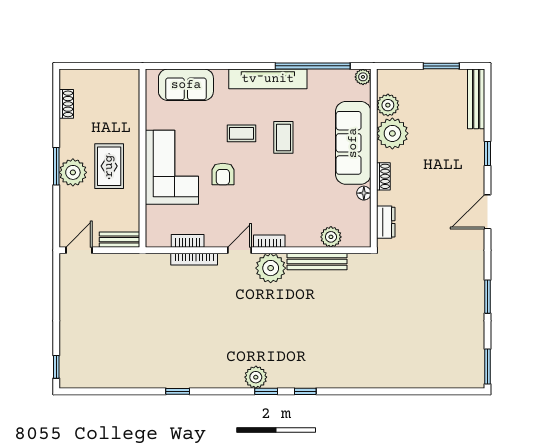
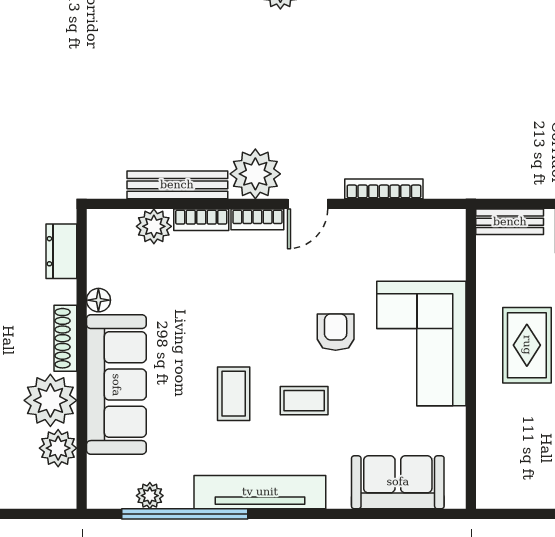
plant: (363, 77) -> (150, 496), moved
shoe rack: (383, 176) -> (65, 338), width x1.43
bookcase: (188, 241) -> (201, 220), moved

